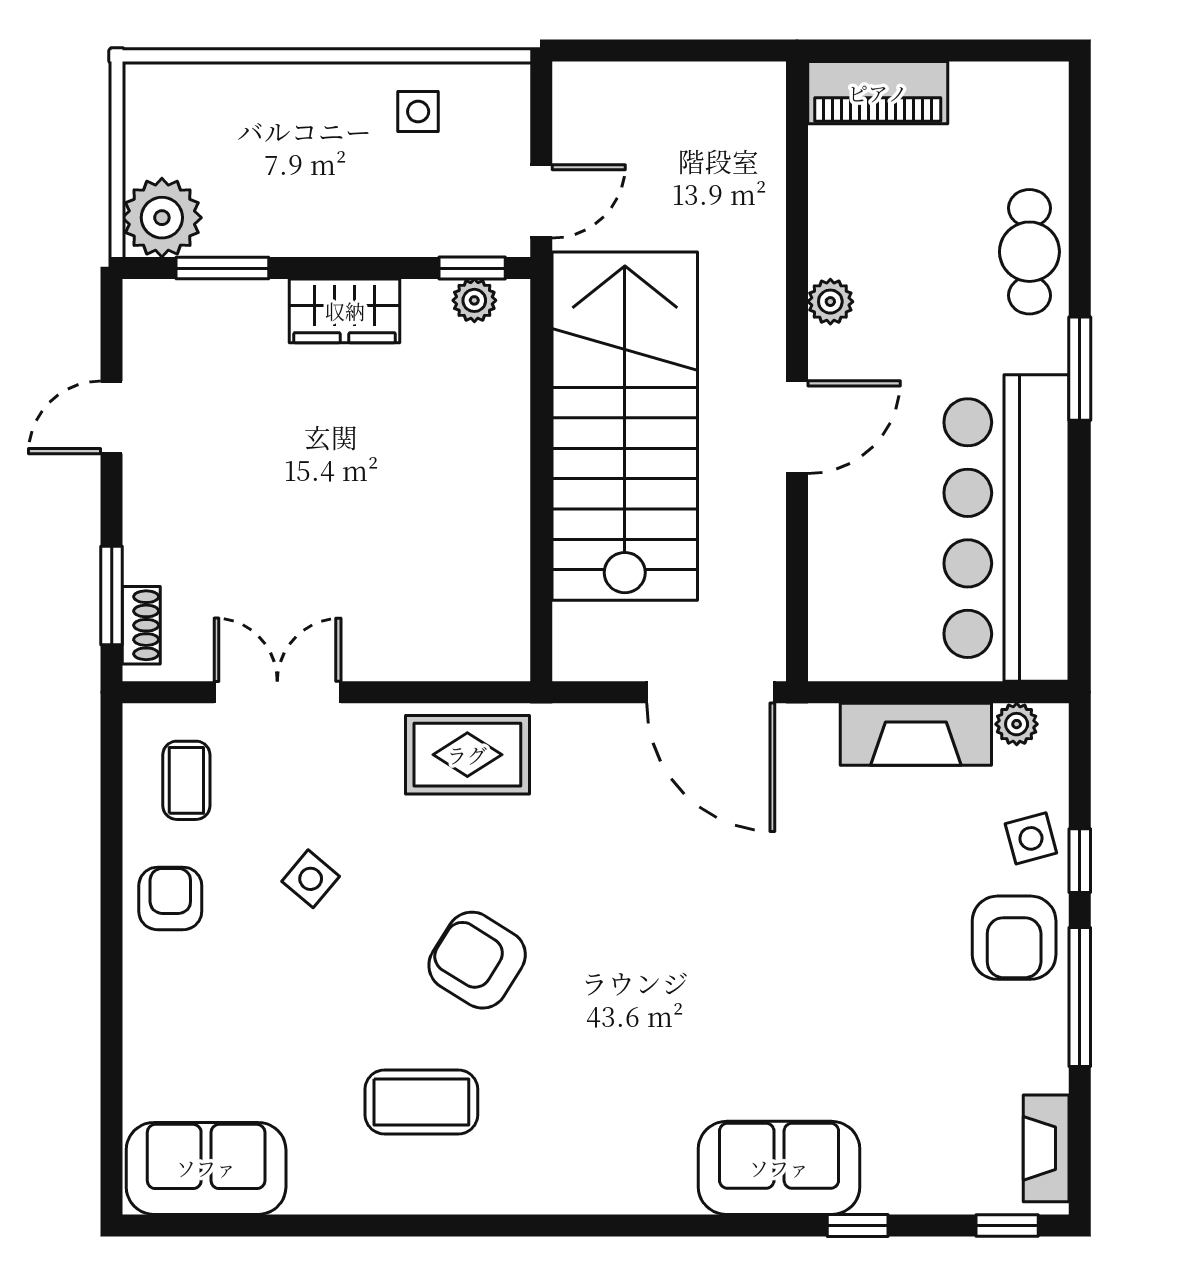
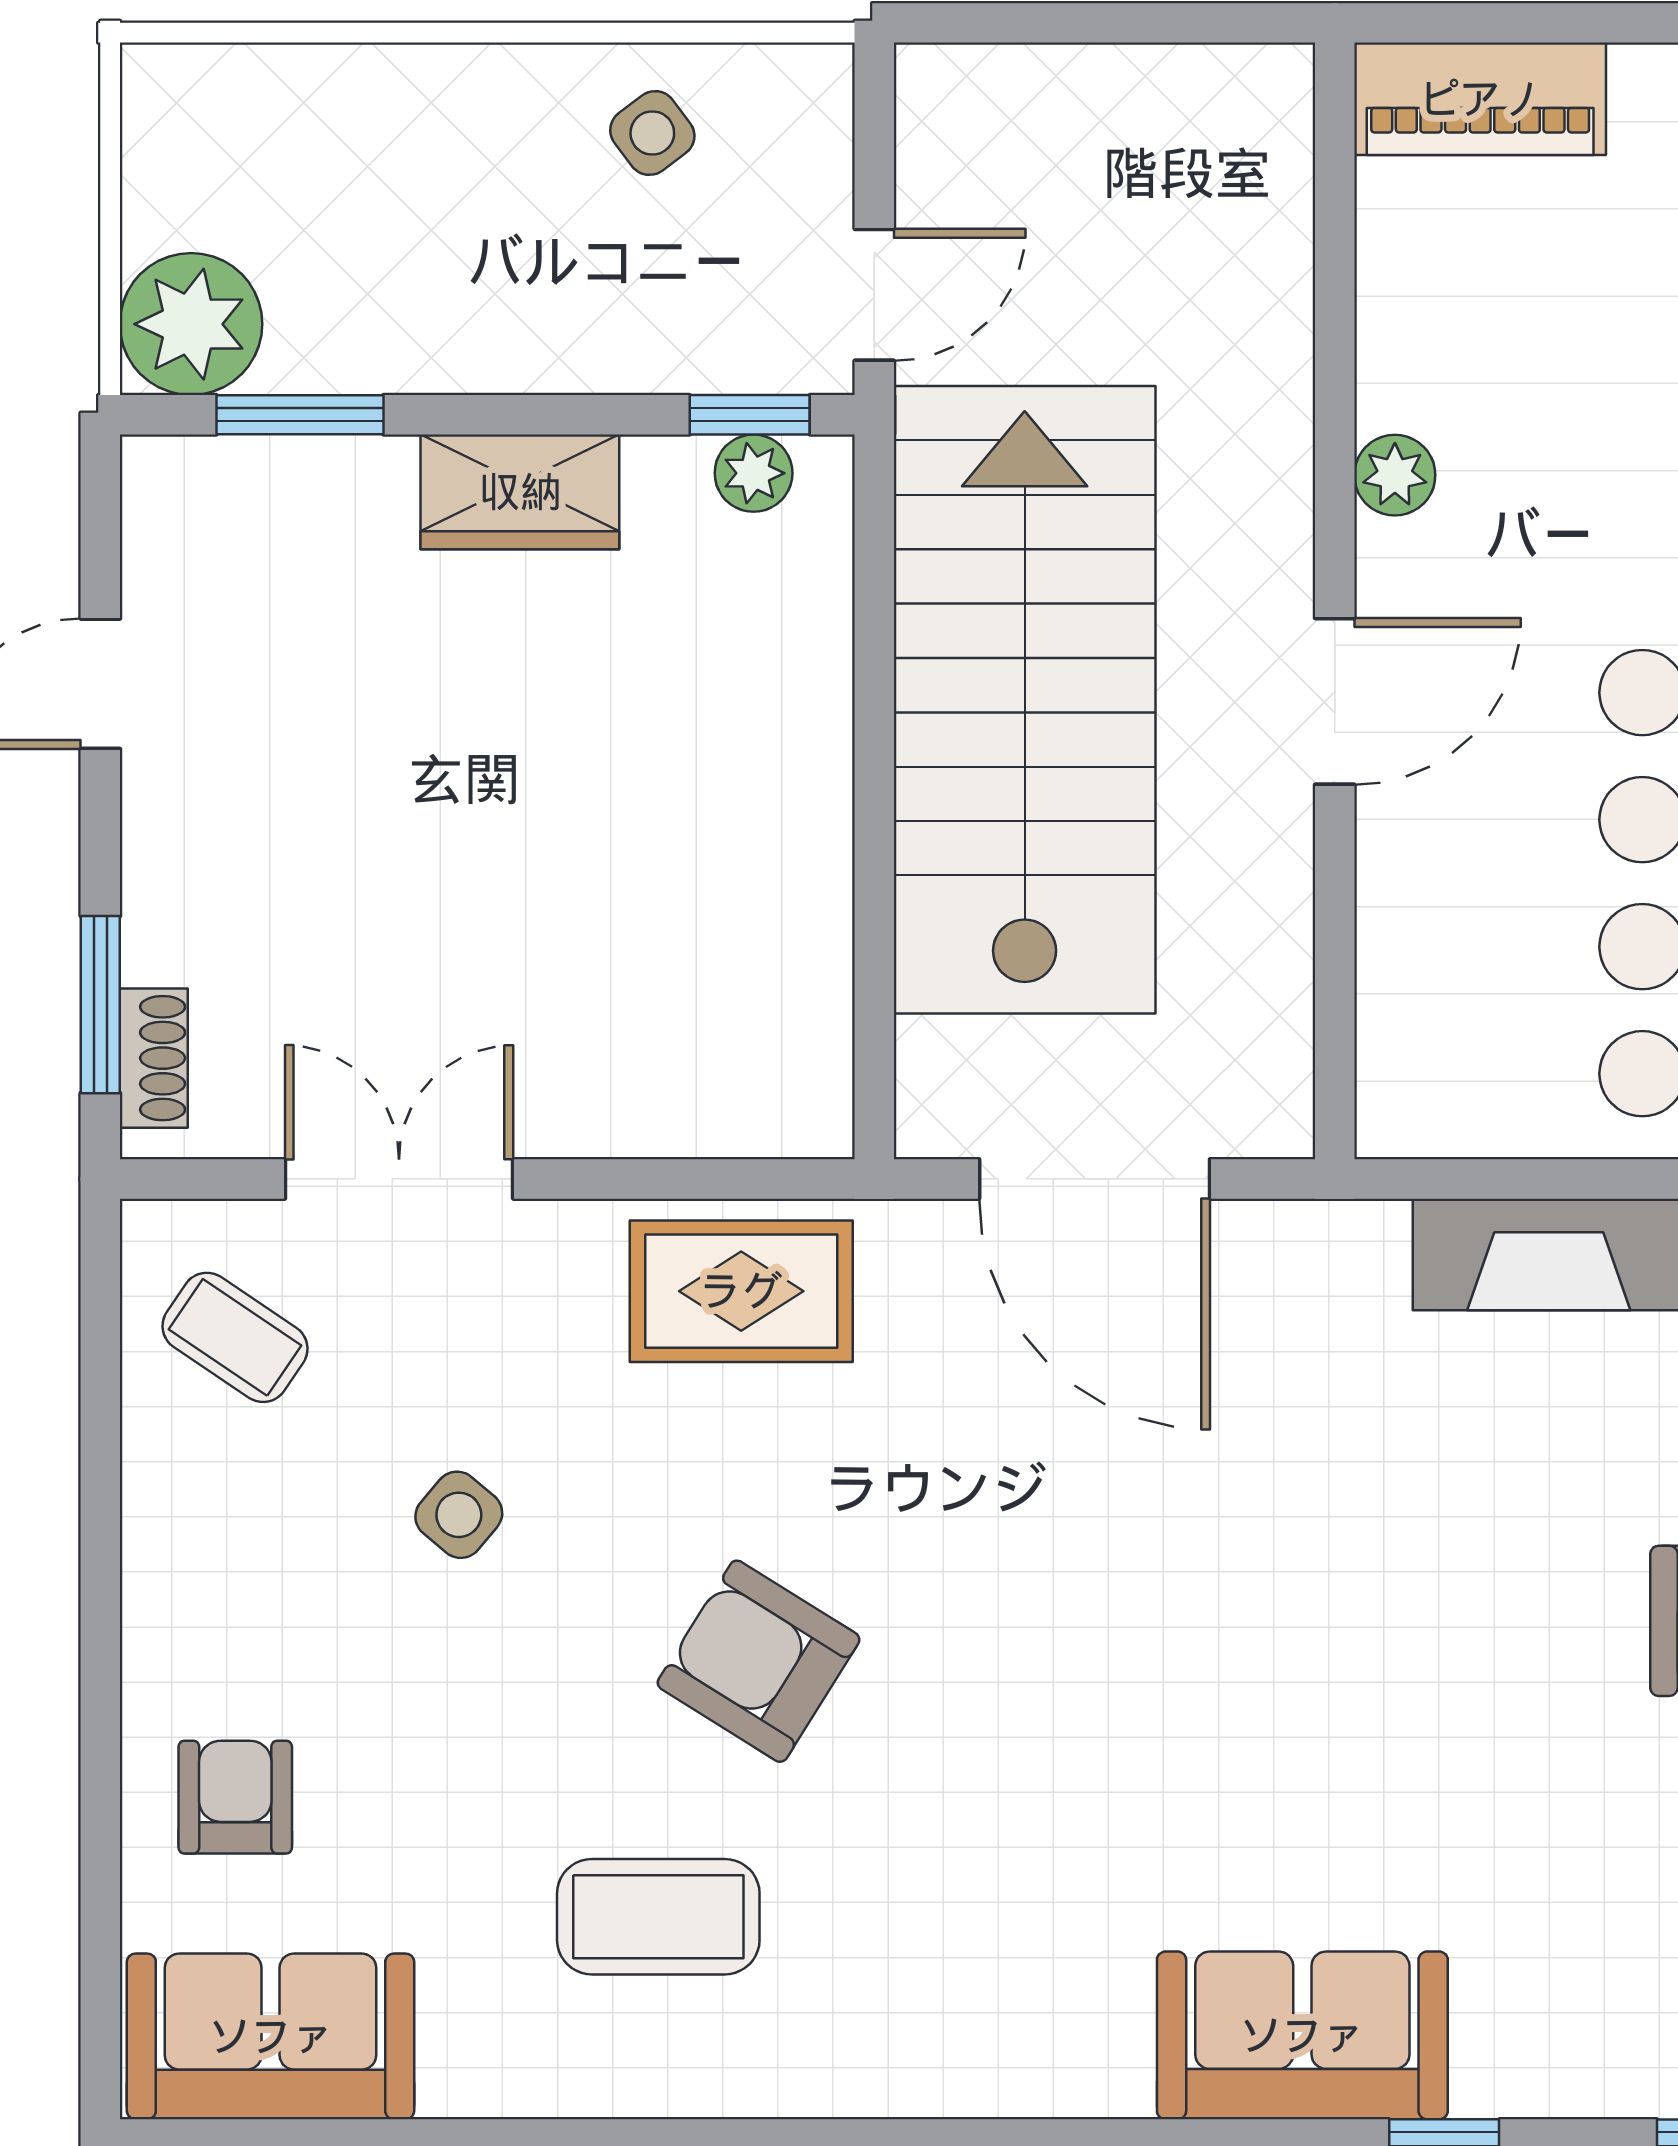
side table: (418, 112) -> (652, 133), turned -37
door: (711, 692) -> (1095, 1179), moved
coffee table: (186, 780) -> (235, 1337), turned -56
armchair: (170, 898) -> (235, 1797), moved

